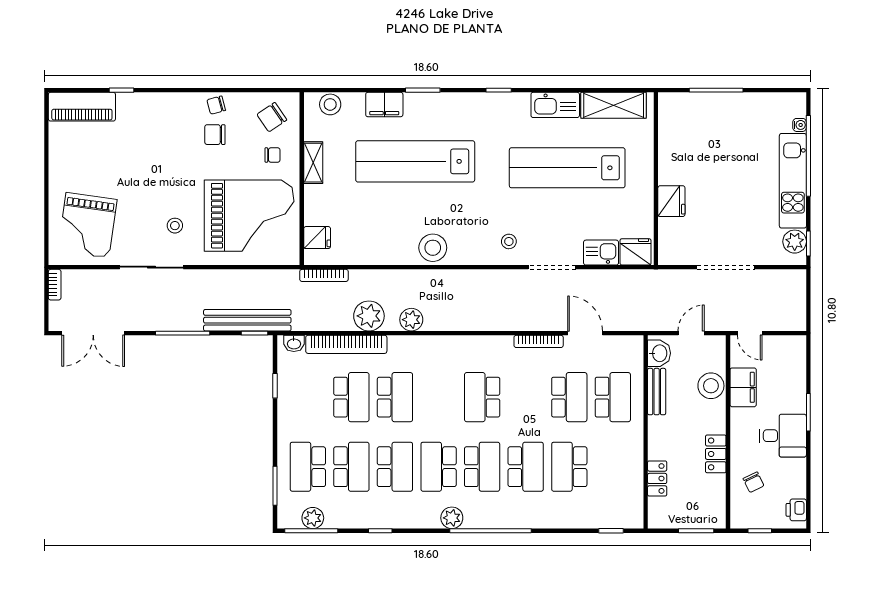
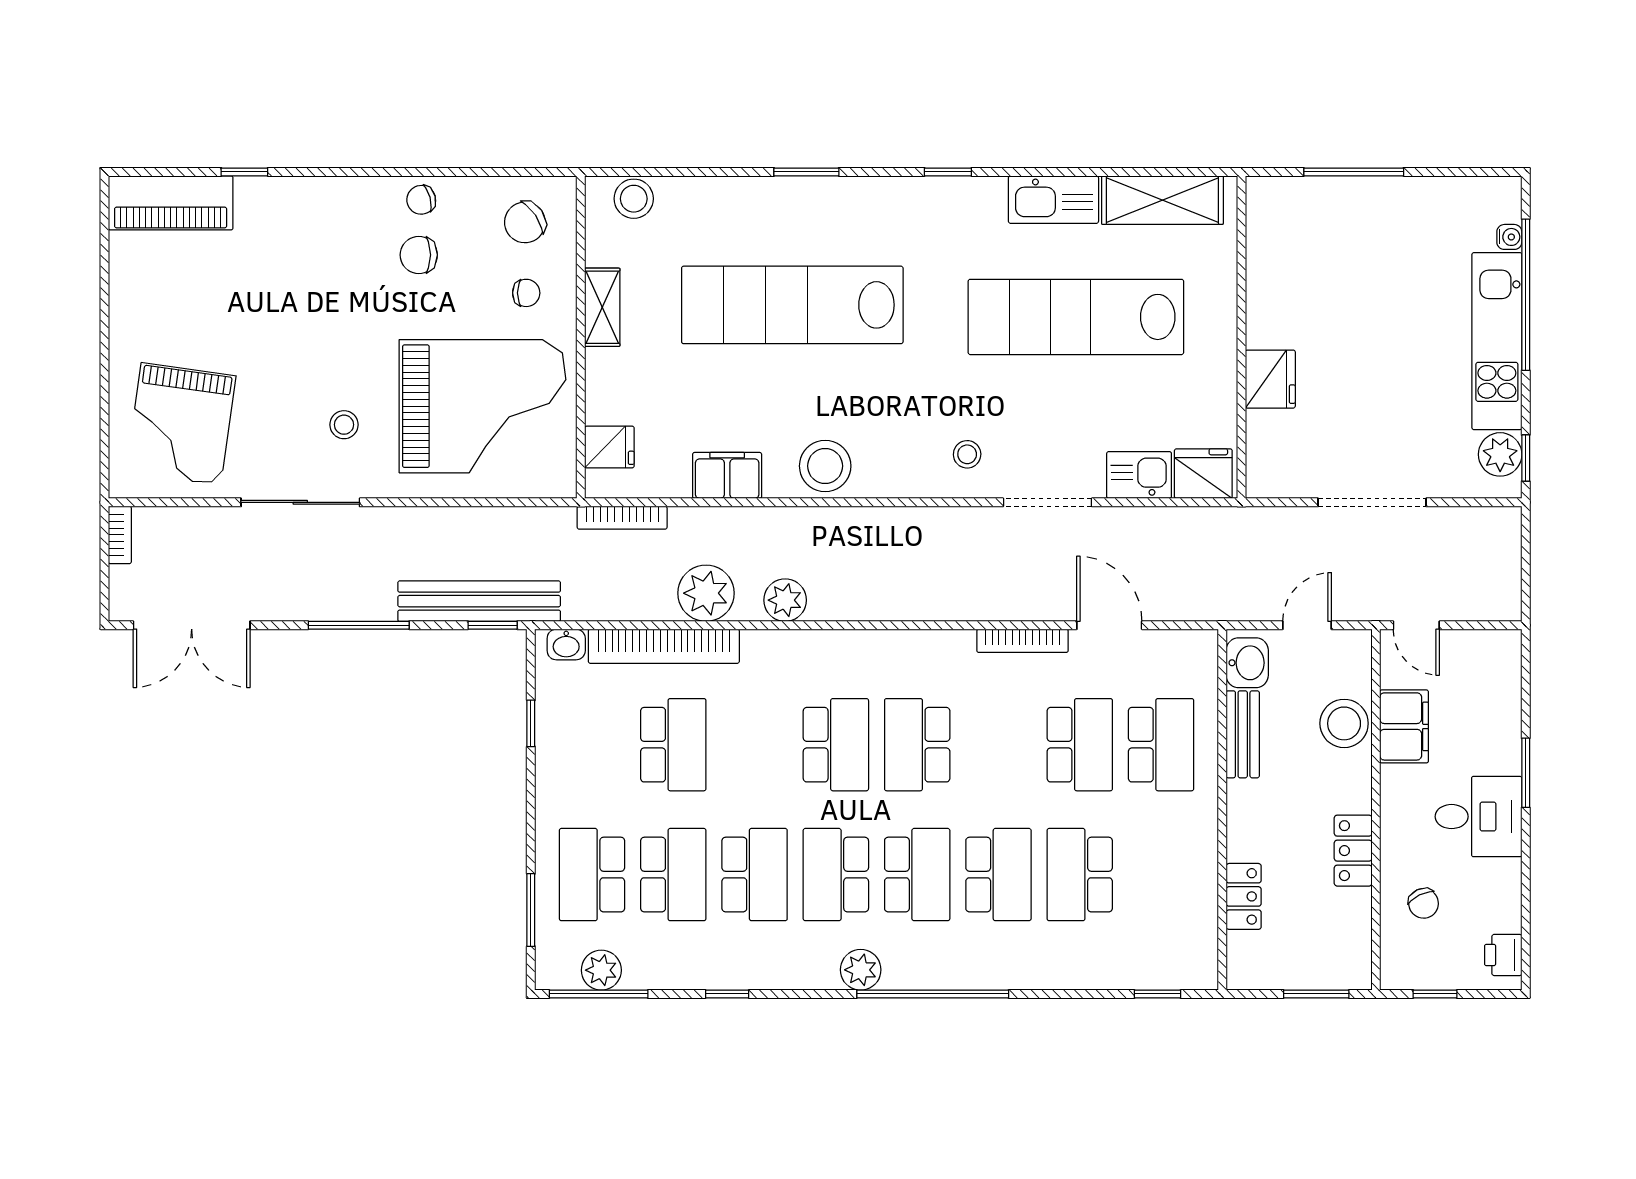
filing cabinet: (384, 104) -> (727, 475), moved, turned 180
school desk: (395, 397) -> (836, 745), moved

